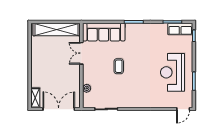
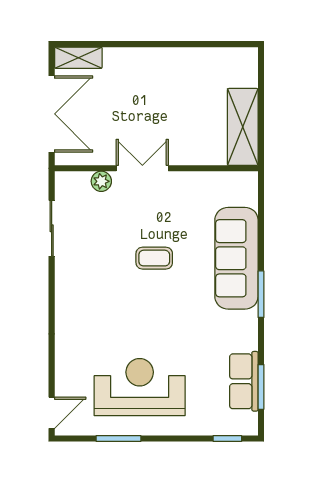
shelving: (57, 29) -> (243, 127), width x0.68
row of seats: (180, 29) -> (244, 381), moved
sofa: (104, 32) -> (236, 258), moved
double door: (81, 53) -> (142, 168), moved
door: (183, 109) -> (52, 413), swing flipped

